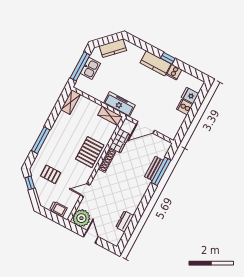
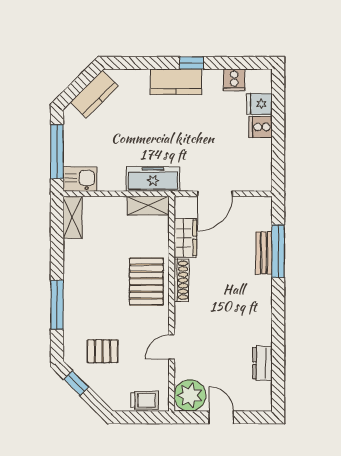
kitchen sink: (90, 68) -> (80, 179), moved, turned -90
cooker: (174, 72) -> (234, 80), moved

